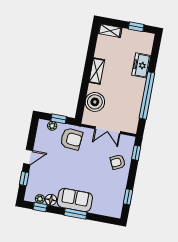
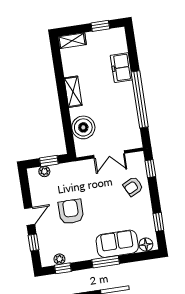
armchair: (71, 139) -> (71, 212), moved, turned -95
floor lamp: (51, 200) -> (146, 245), moved
sofa: (75, 200) -> (117, 244), moved

